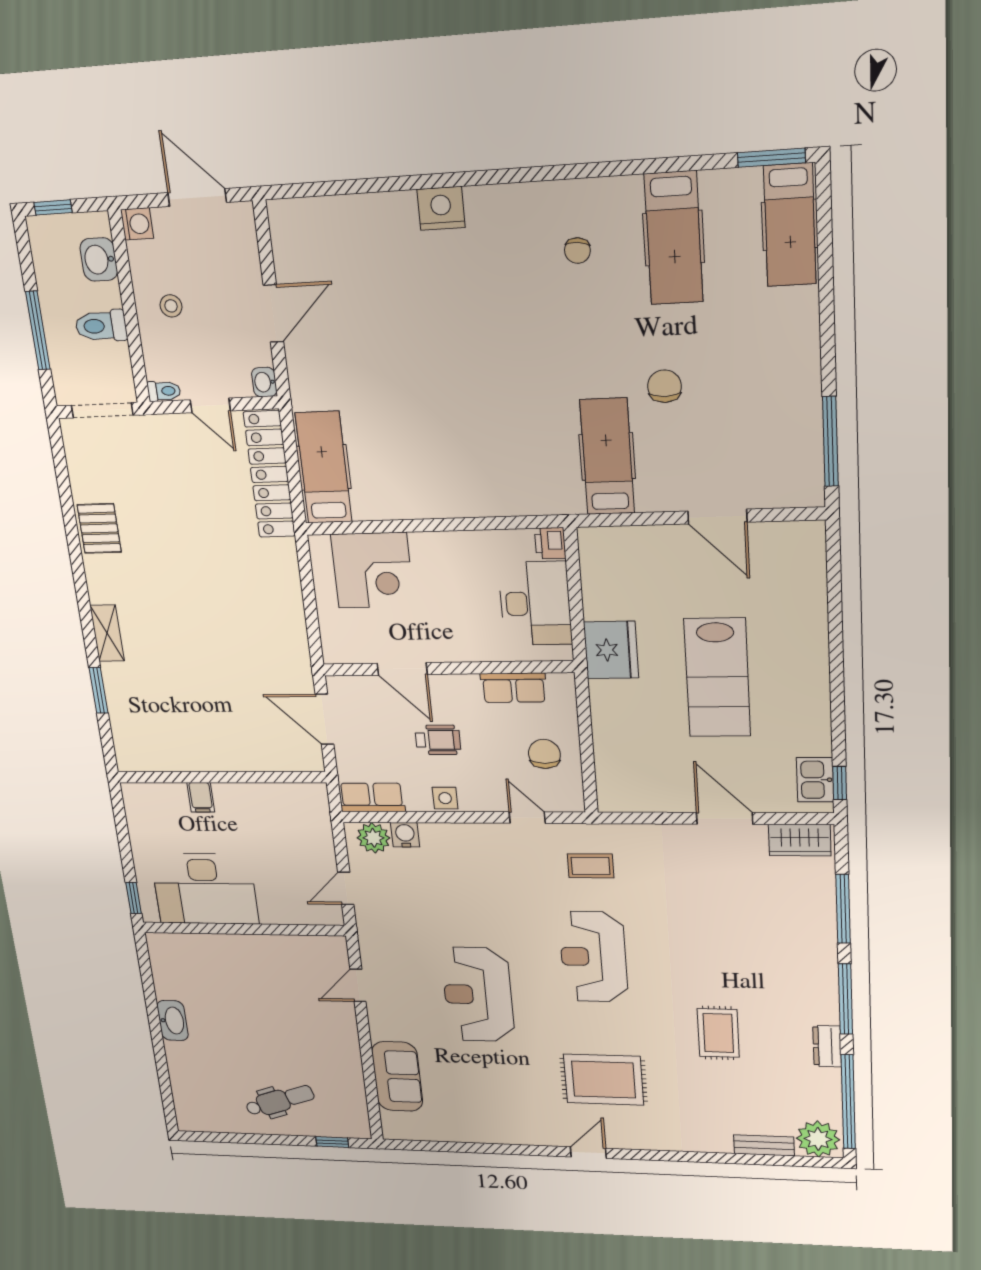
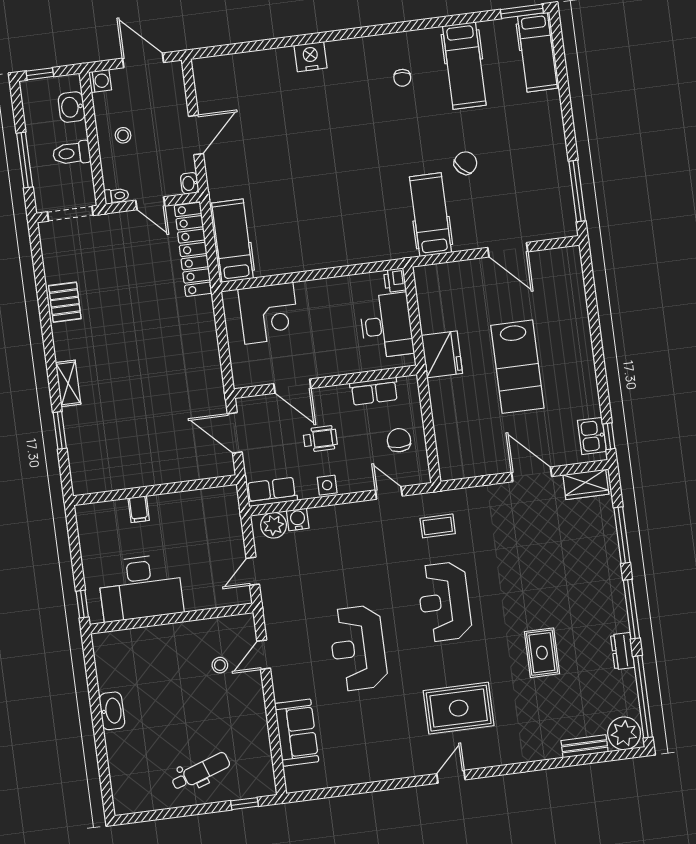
chair: (665, 386) -> (466, 163), turned 46
stool: (303, 989) -> (220, 665), added

